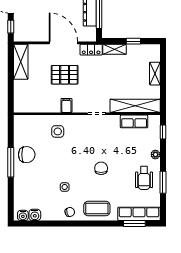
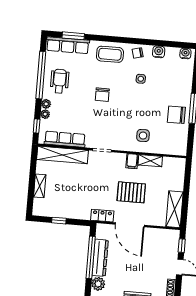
shelving: (115, 49) -> (150, 161), moved
row of seats: (134, 121) -> (65, 139), width x1.48
plant: (156, 144) -> (45, 114), added
window: (163, 182) -> (41, 75), width x2.11
water cooler: (35, 215) -> (159, 52), moved

